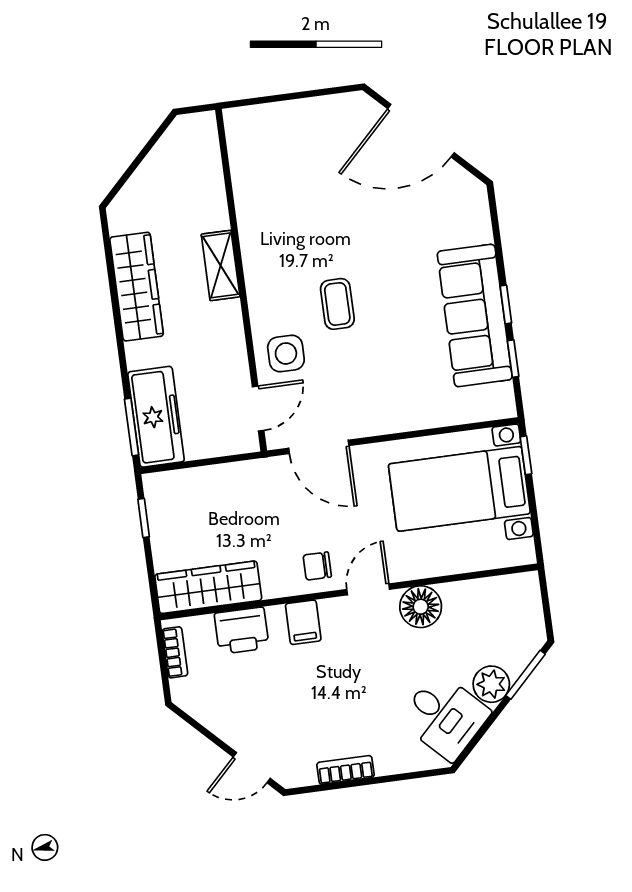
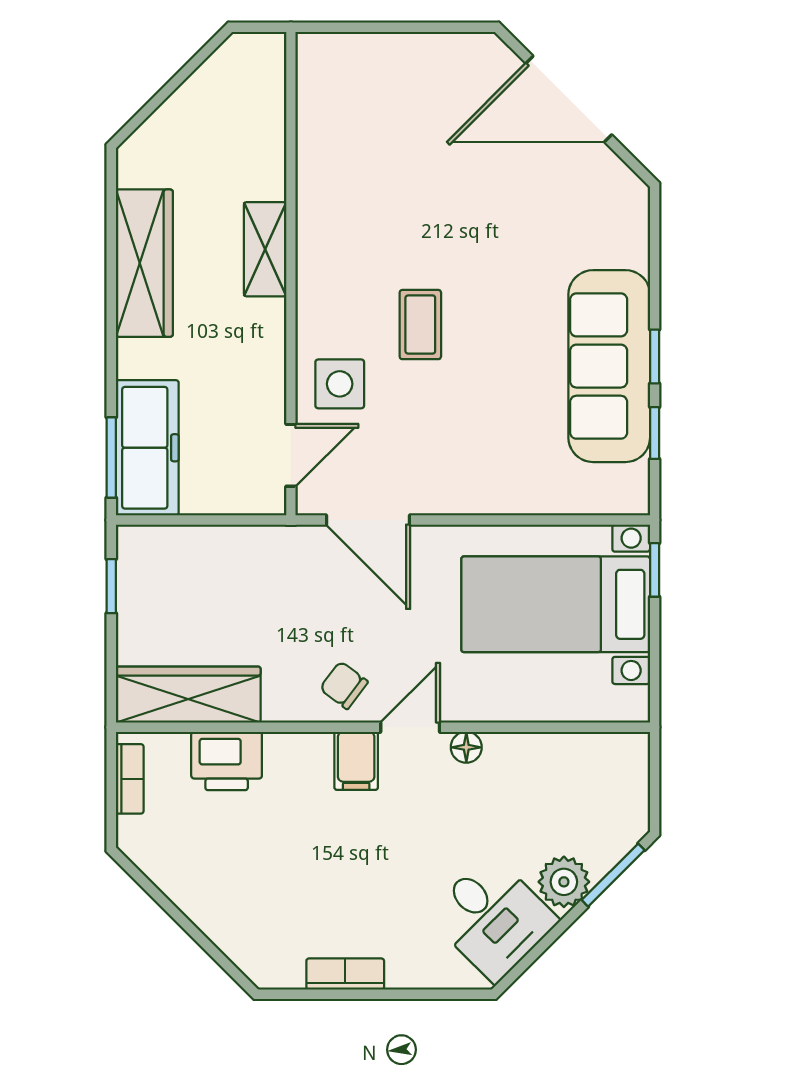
chair: (317, 566) -> (344, 685), turned 37
floor lamp: (421, 607) -> (466, 747), width x0.53, depth x0.53
filing cabinet: (303, 622) -> (356, 761), moved
door: (252, 768) -> (215, 953), removed

